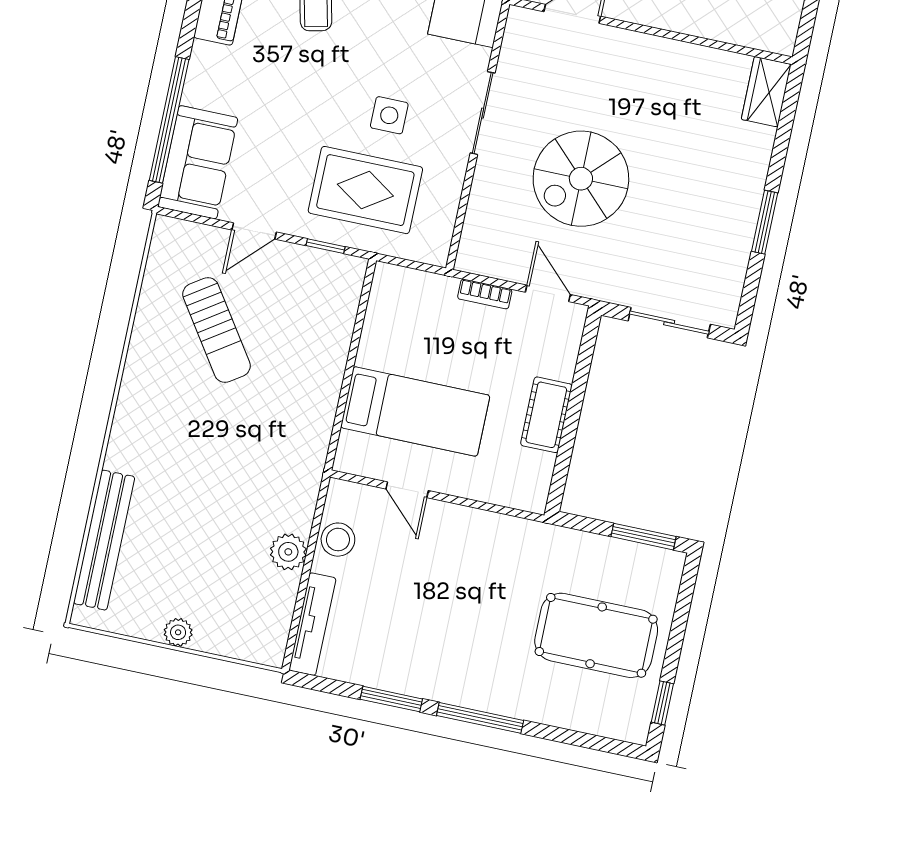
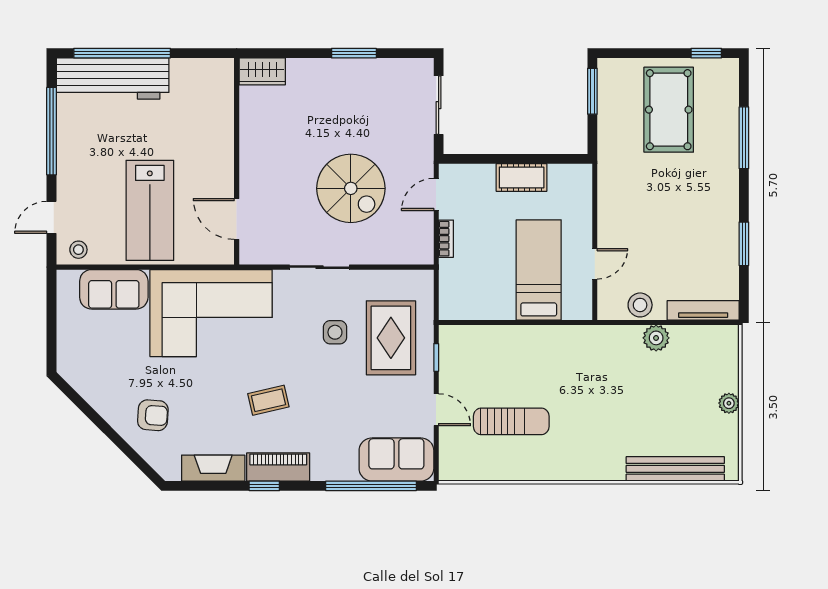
sun lounger: (217, 330) -> (511, 421), turned 34
window: (480, 718) -> (744, 138), moved

